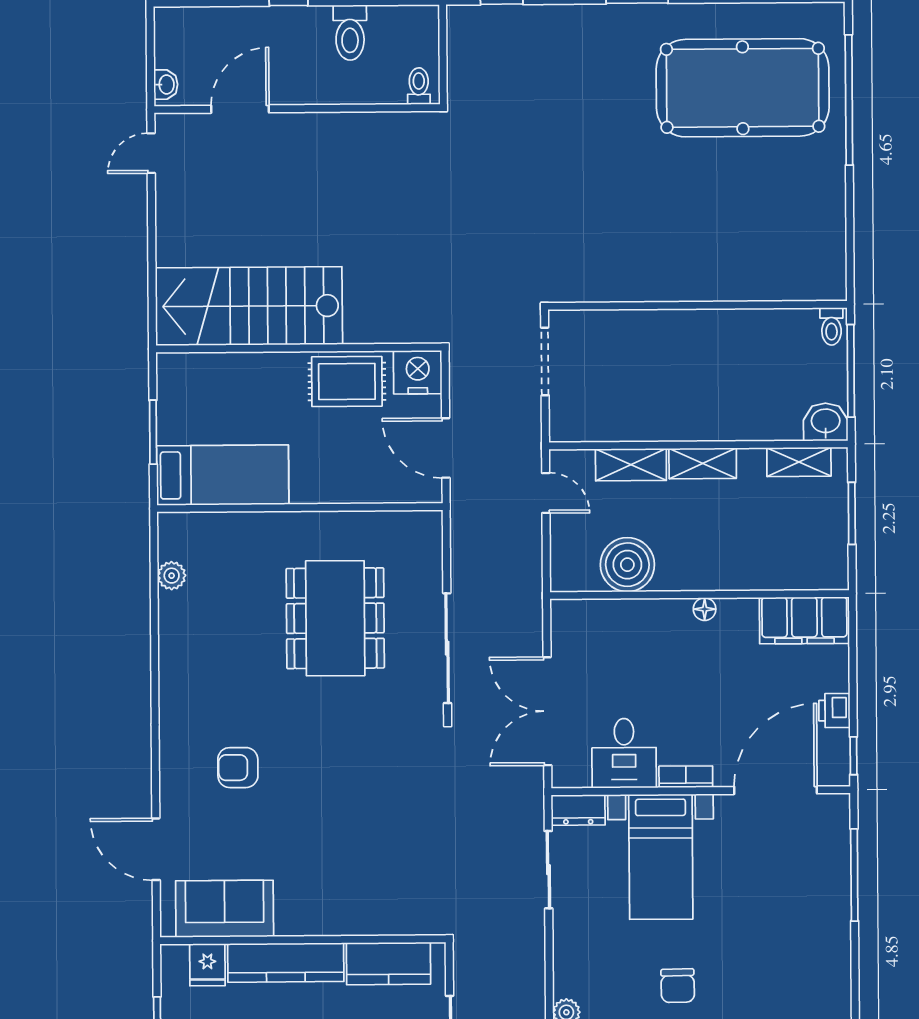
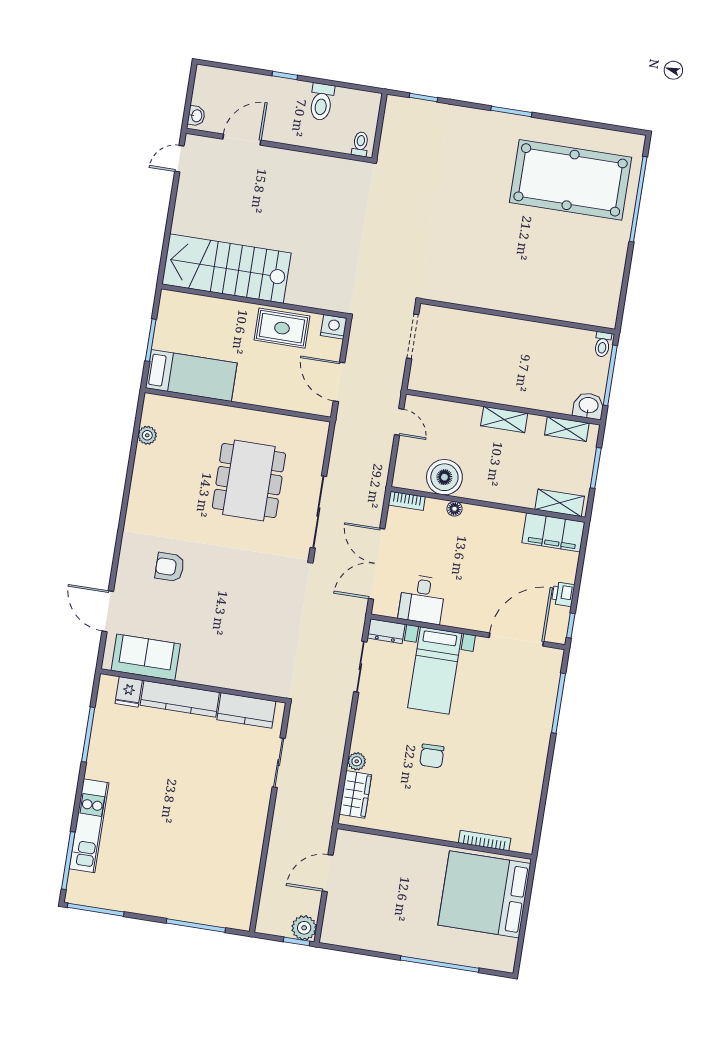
nightstand: (418, 372) -> (334, 327), width x0.74, depth x0.75
shelving: (631, 465) -> (560, 503), moved
floor lamp: (705, 609) -> (454, 509), moved
bookcase: (686, 777) -> (407, 501), moved, turned 180

